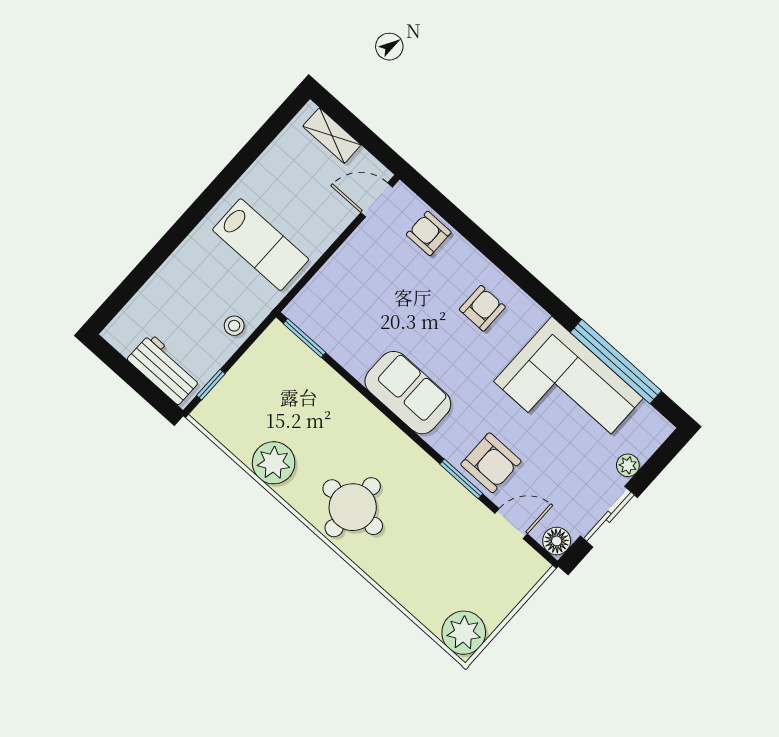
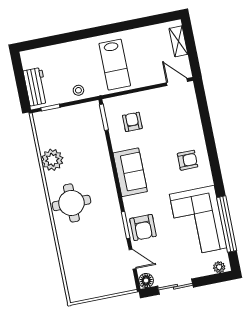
armchair: (429, 233) -> (132, 122), moved
plant: (628, 465) -> (219, 267), moved
plant: (464, 633) -> (79, 290), removed

